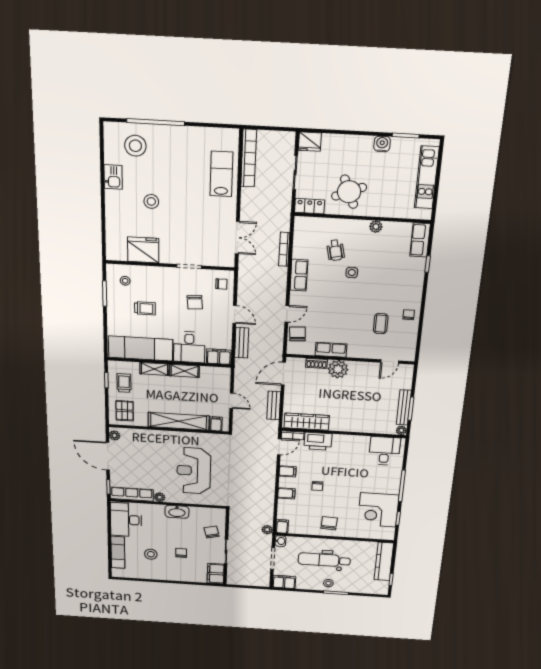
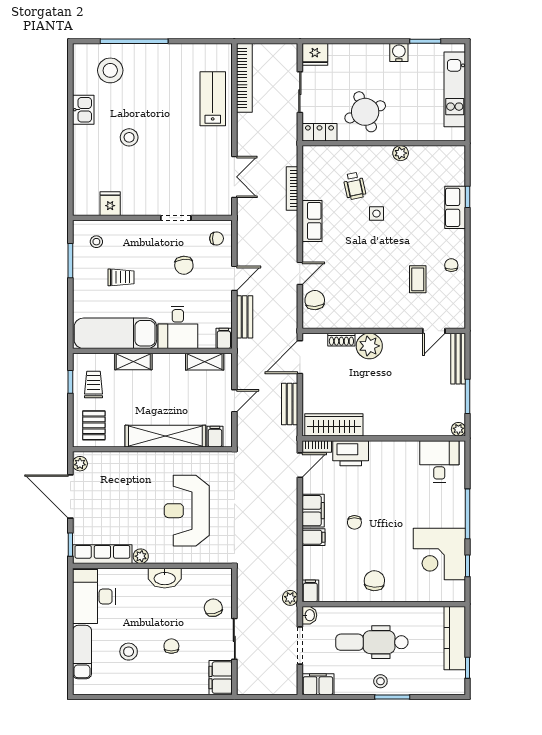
row of seats: (420, 240) -> (455, 207), moved
fridge: (143, 250) -> (110, 204), width x0.53, depth x0.75
door: (235, 314) -> (234, 278), hinge flipped
row of seats: (331, 350) -> (358, 319), removed
filing cabinet: (219, 357) -> (224, 338), width x0.50
shelving: (185, 371) -> (205, 362), moved
door: (231, 401) -> (234, 401), hinge flipped
bench: (404, 407) -> (458, 359), moved
filing cabinet: (288, 471) -> (313, 511), width x2.00

